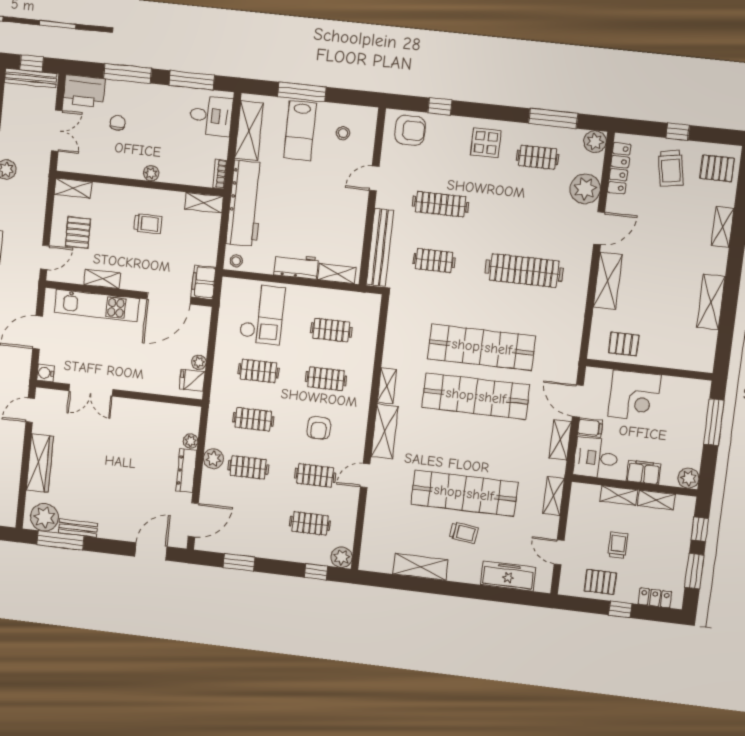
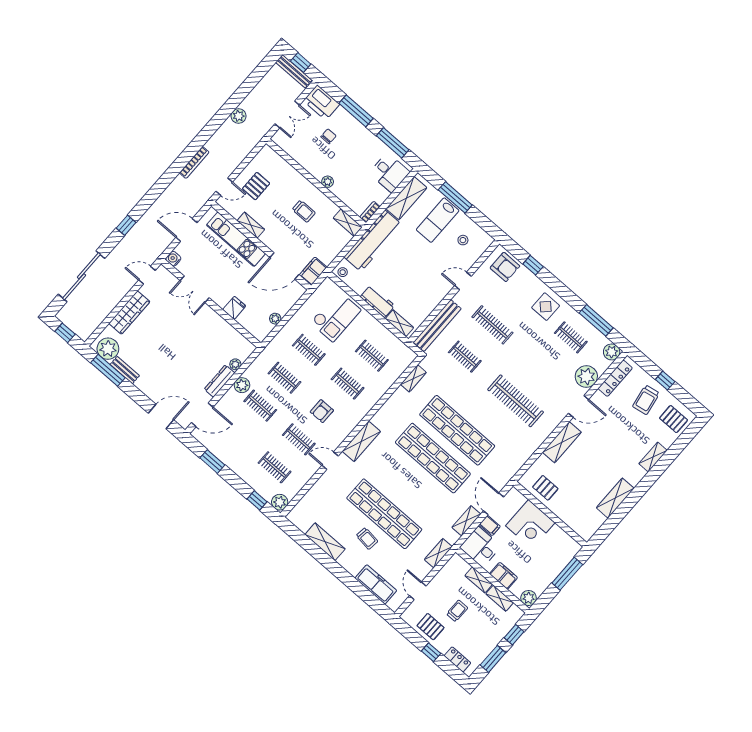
shelving: (73, 188) -> (272, 157), removed
fridge: (192, 380) -> (234, 308), moved, turned 90
shelving: (387, 386) -> (413, 378), moved

